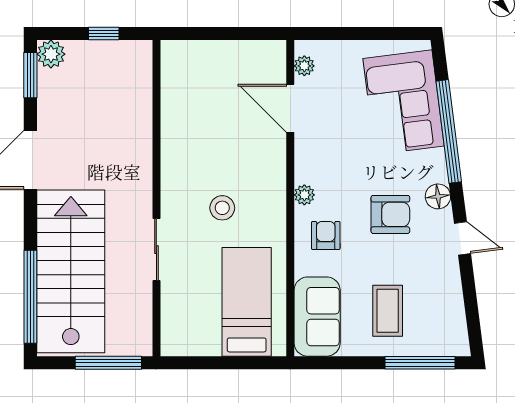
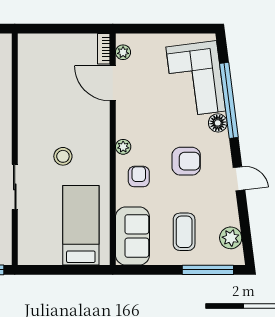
bookcase: (278, 61) -> (104, 49), added
floor lamp: (438, 196) -> (218, 123), moved
plant: (451, 319) -> (231, 238), added

